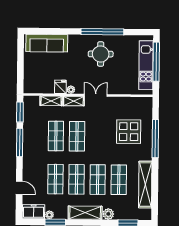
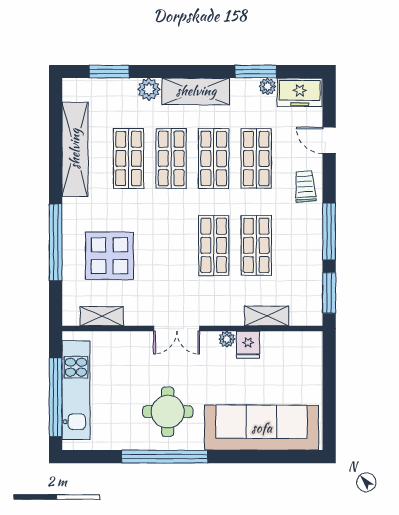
sofa: (47, 43) -> (262, 428), width x1.36, depth x1.27
shelving: (73, 101) -> (102, 316), moved
trolley: (31, 165) -> (305, 186), added

